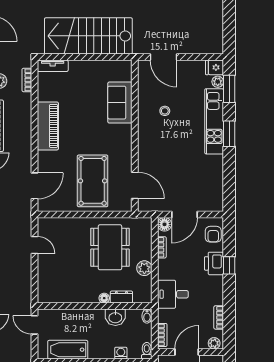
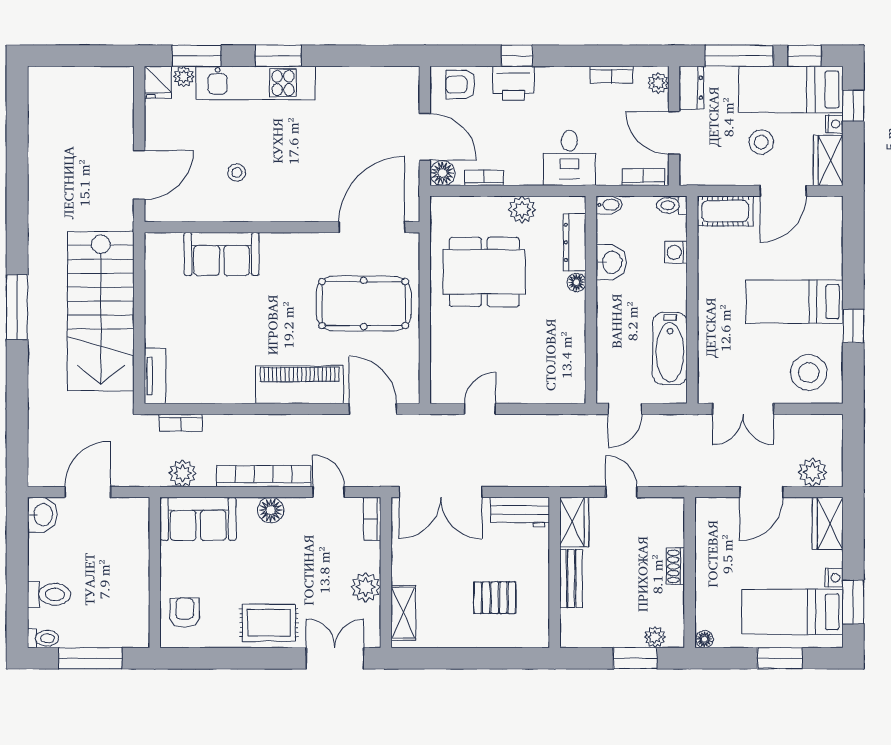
piano: (48, 126) -> (300, 385), moved
door: (135, 185) -> (372, 227), width x1.36
armchair: (213, 234) -> (460, 85), turned 180
dresser: (121, 297) -> (575, 242), width x1.44

